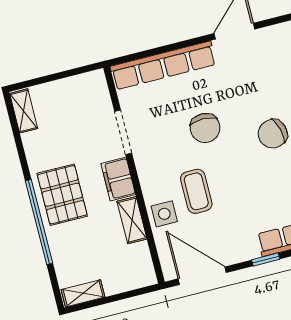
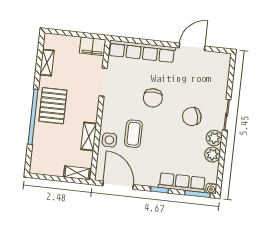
shelving: (24, 111) -> (47, 63), moved
filing cabinet: (118, 179) -> (93, 46), moved, turned -90
shelving: (83, 293) -> (77, 173), moved

